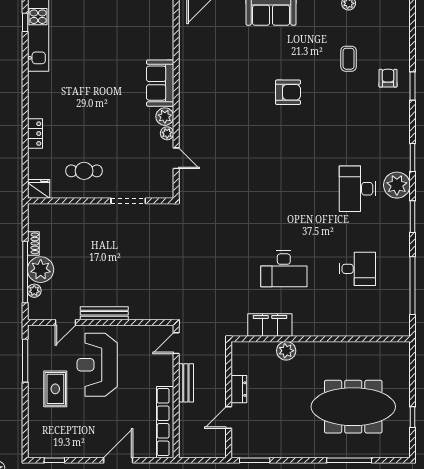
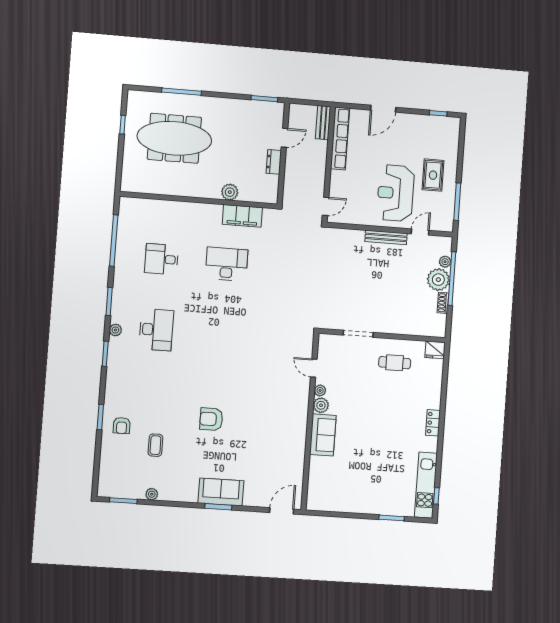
locker: (35, 134) -> (433, 423), moved
plant: (397, 185) -> (115, 330), width x0.53, depth x0.53
reception desk: (97, 365) -> (395, 193), turned 180
bench: (186, 383) -> (323, 123), moved

